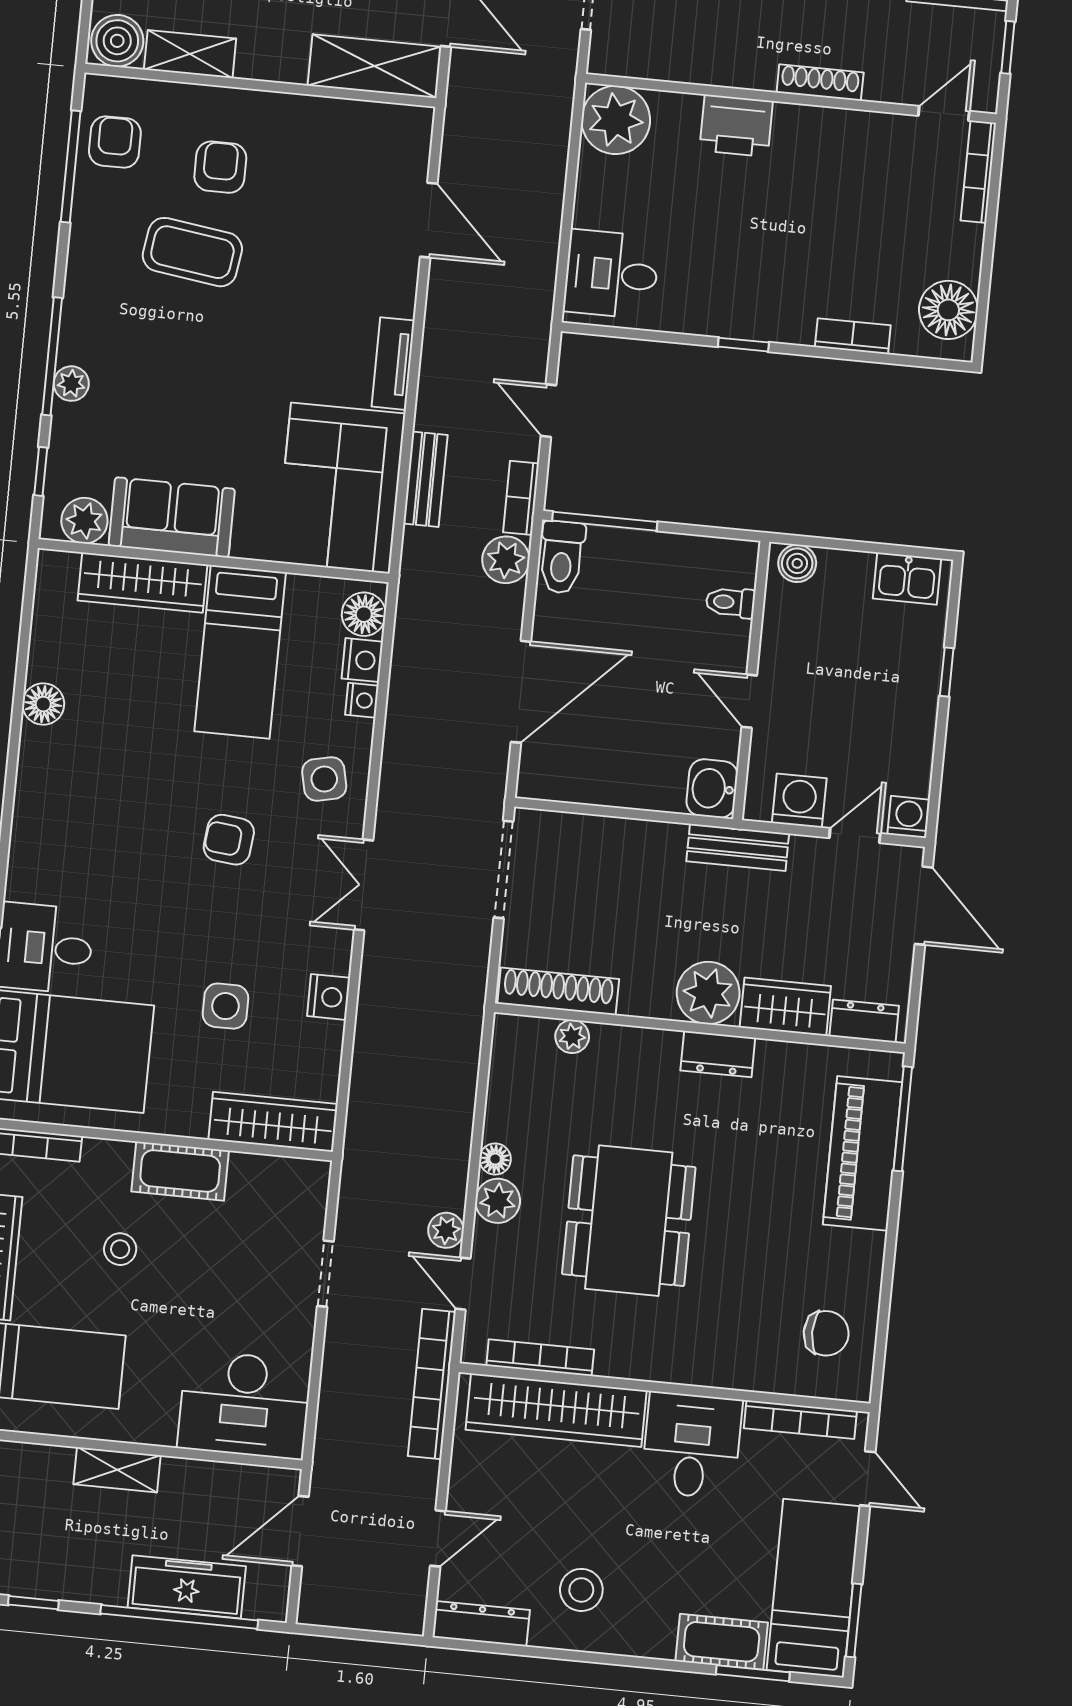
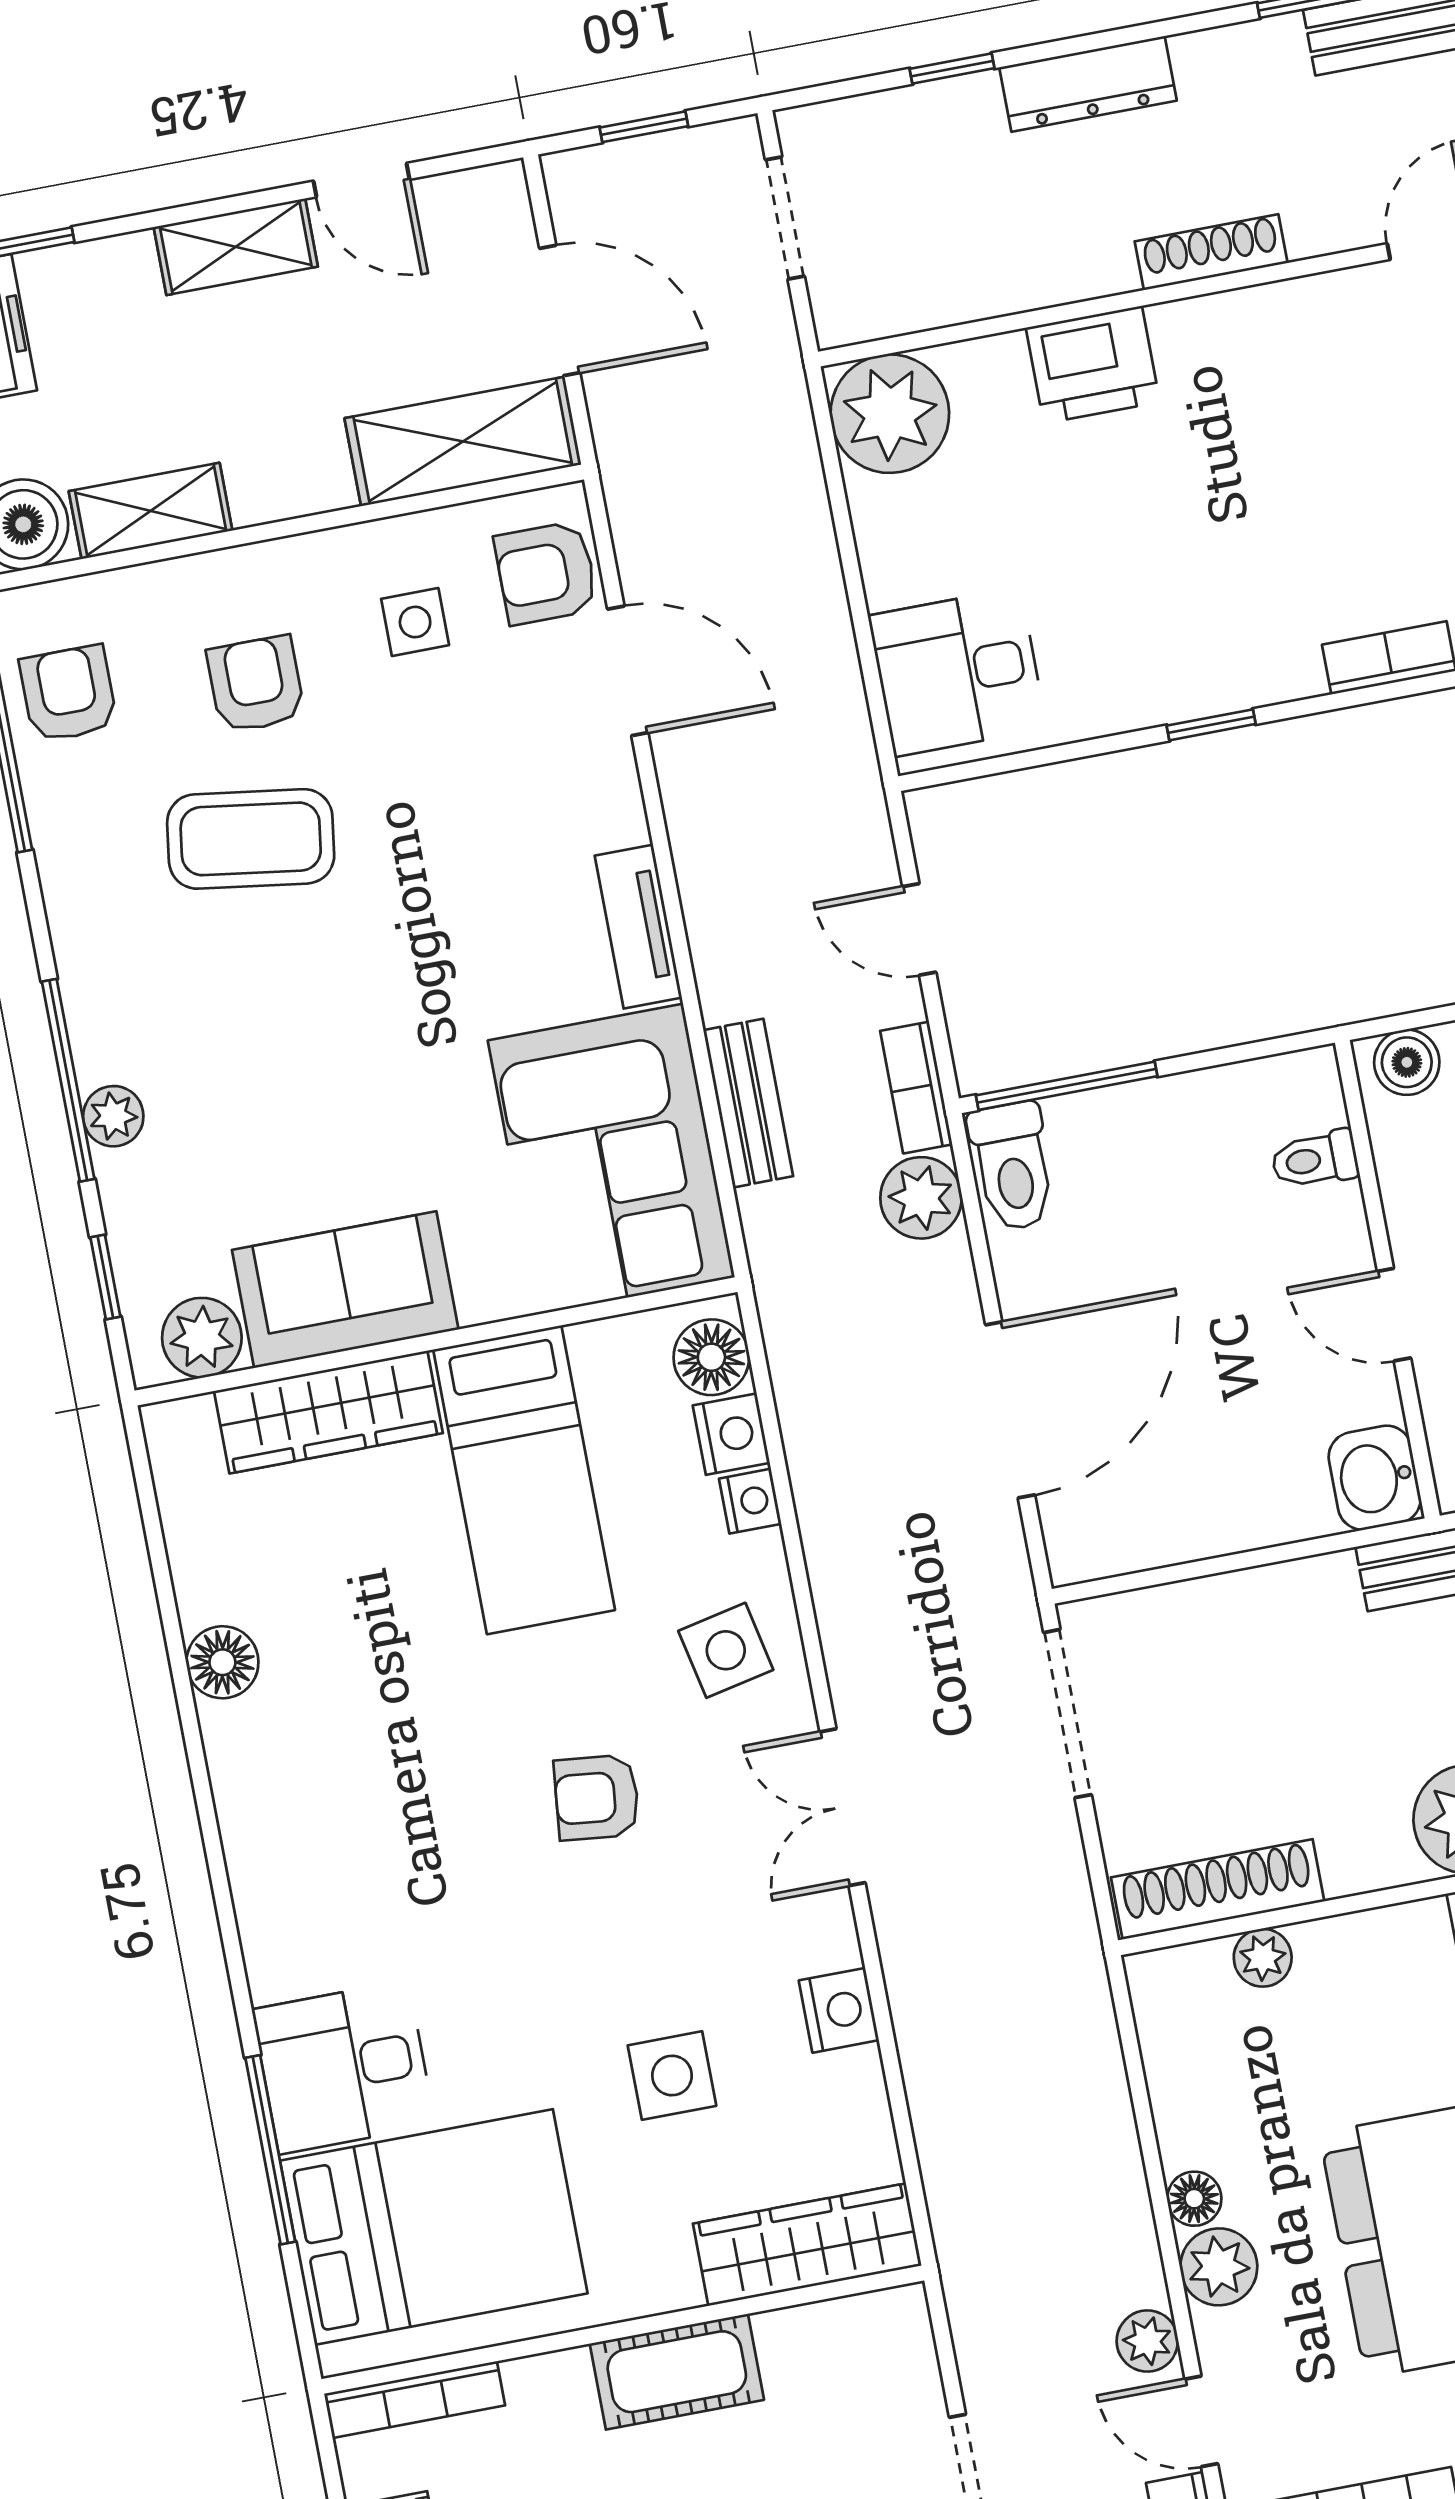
armchair: (399, 152) -> (546, 573), added
side table: (319, 158) -> (415, 622), added

